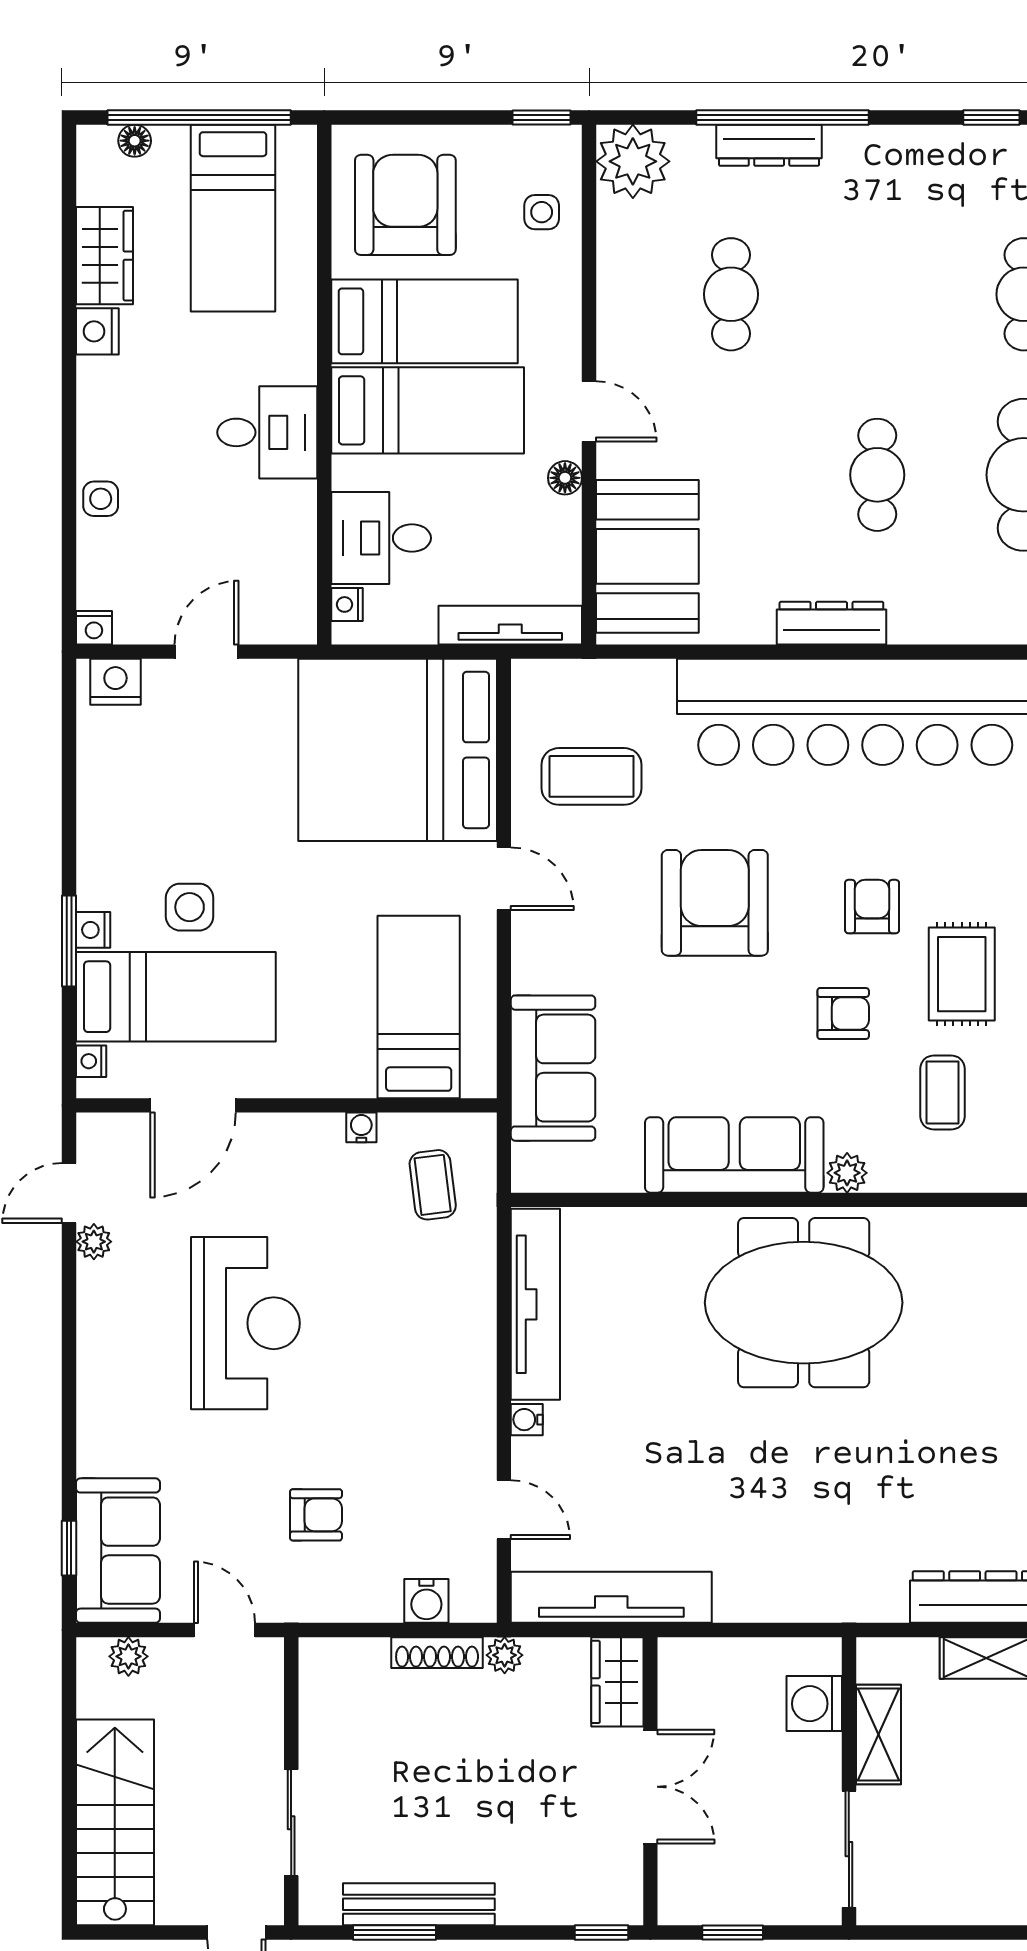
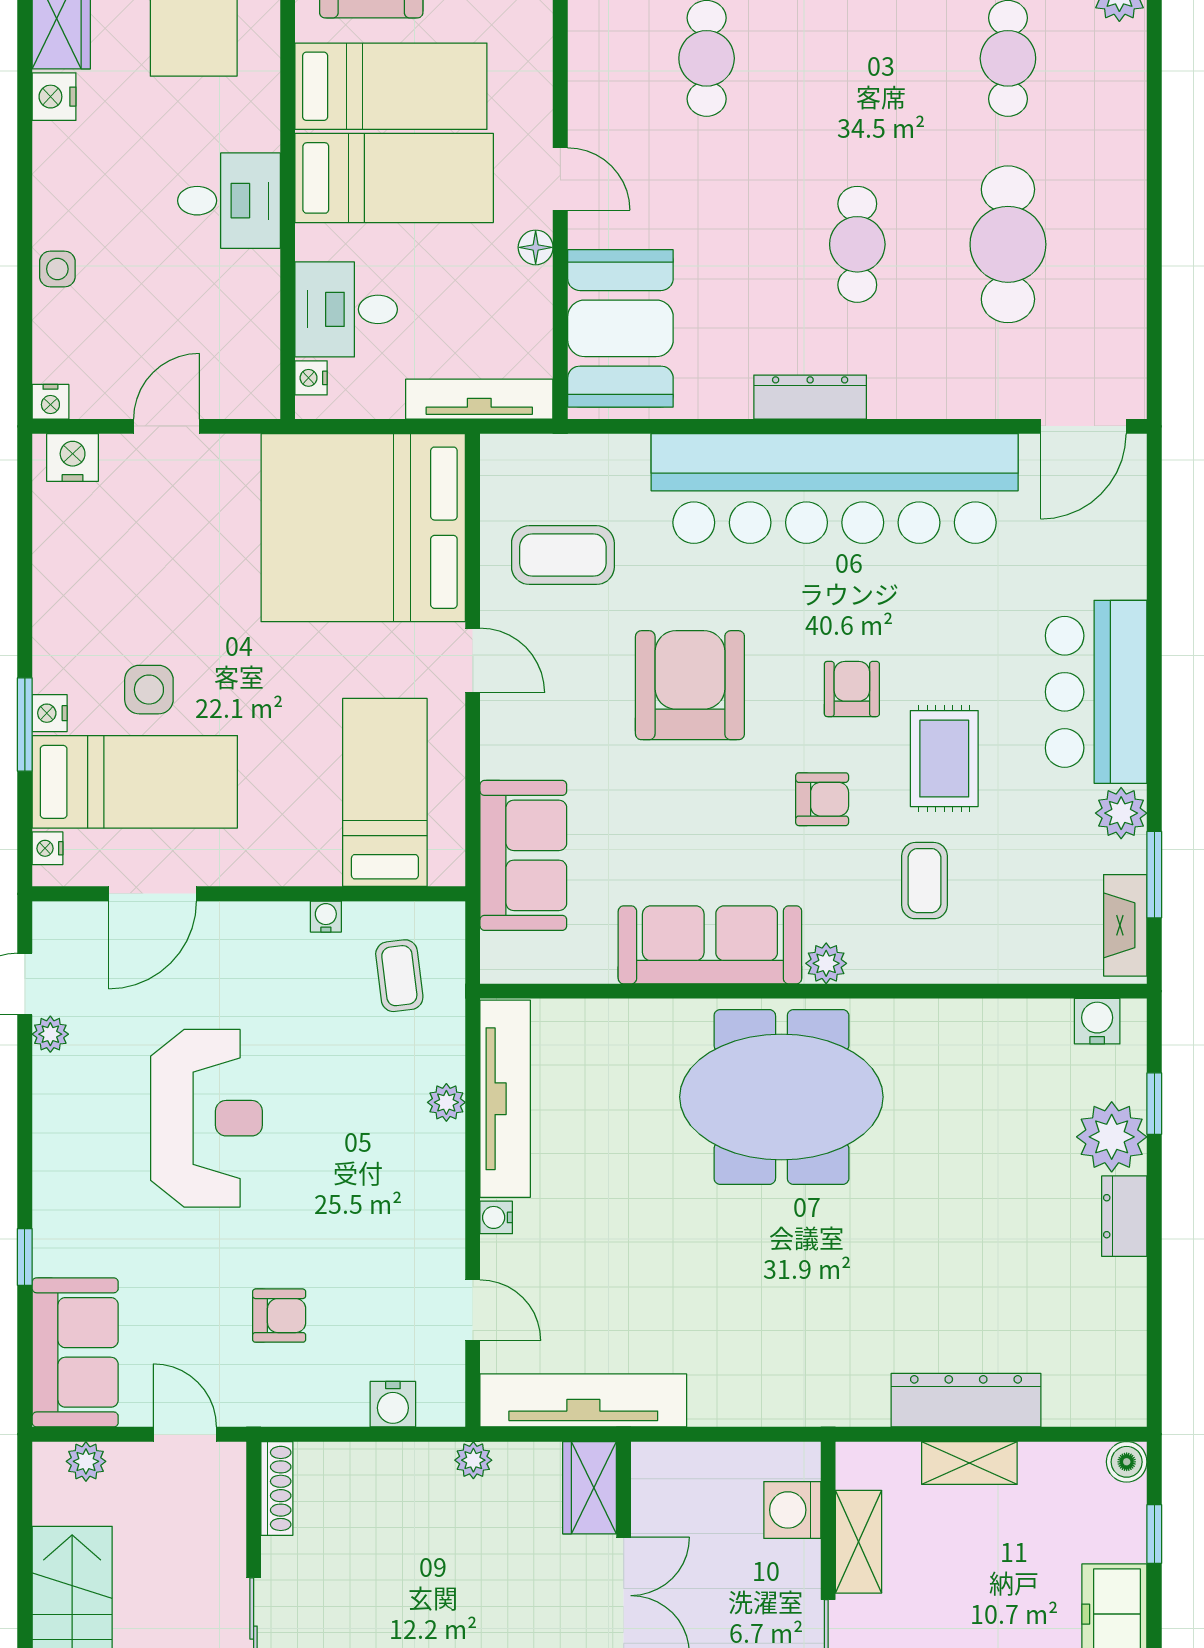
plant: (478, 1308) -> (446, 1102), added
window: (69, 1548) -> (25, 1257), moved
shoe rack: (437, 1653) -> (277, 1488), moved, turned -90

